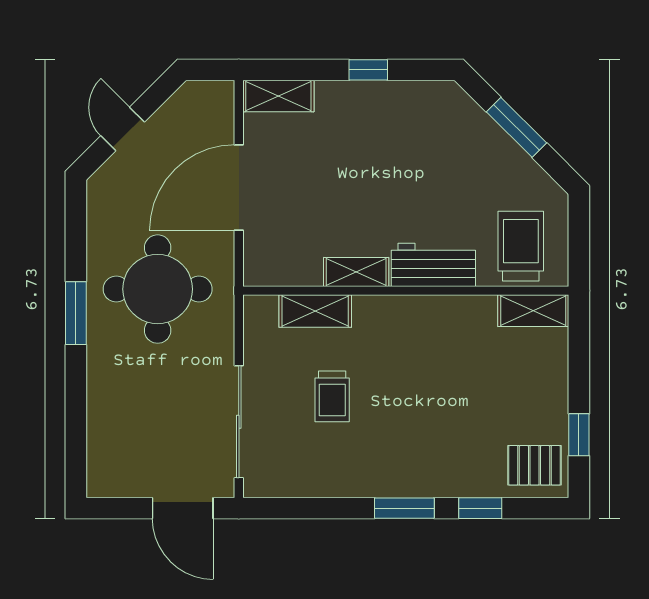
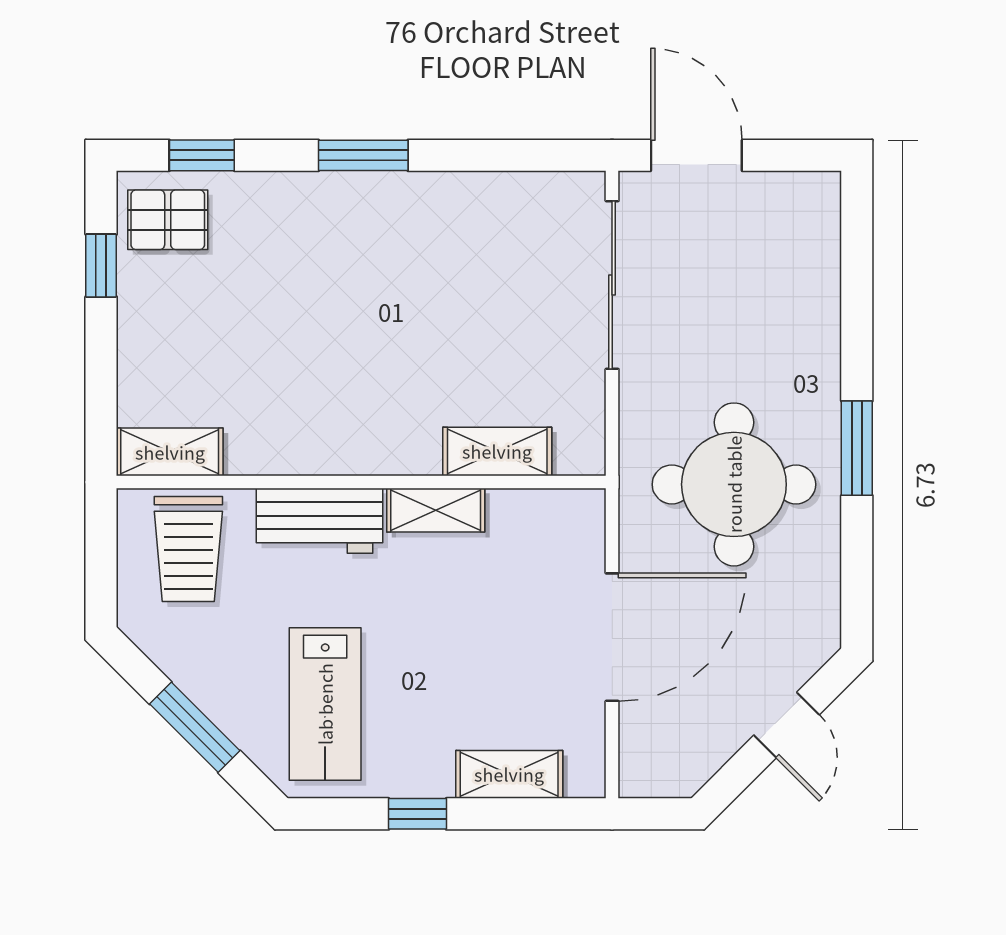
shelving: (278, 96) -> (509, 774), moved
lab bench: (430, 143) -> (325, 704), added
trolley: (332, 396) -> (472, 323), removed
window: (480, 508) -> (202, 155), moved

